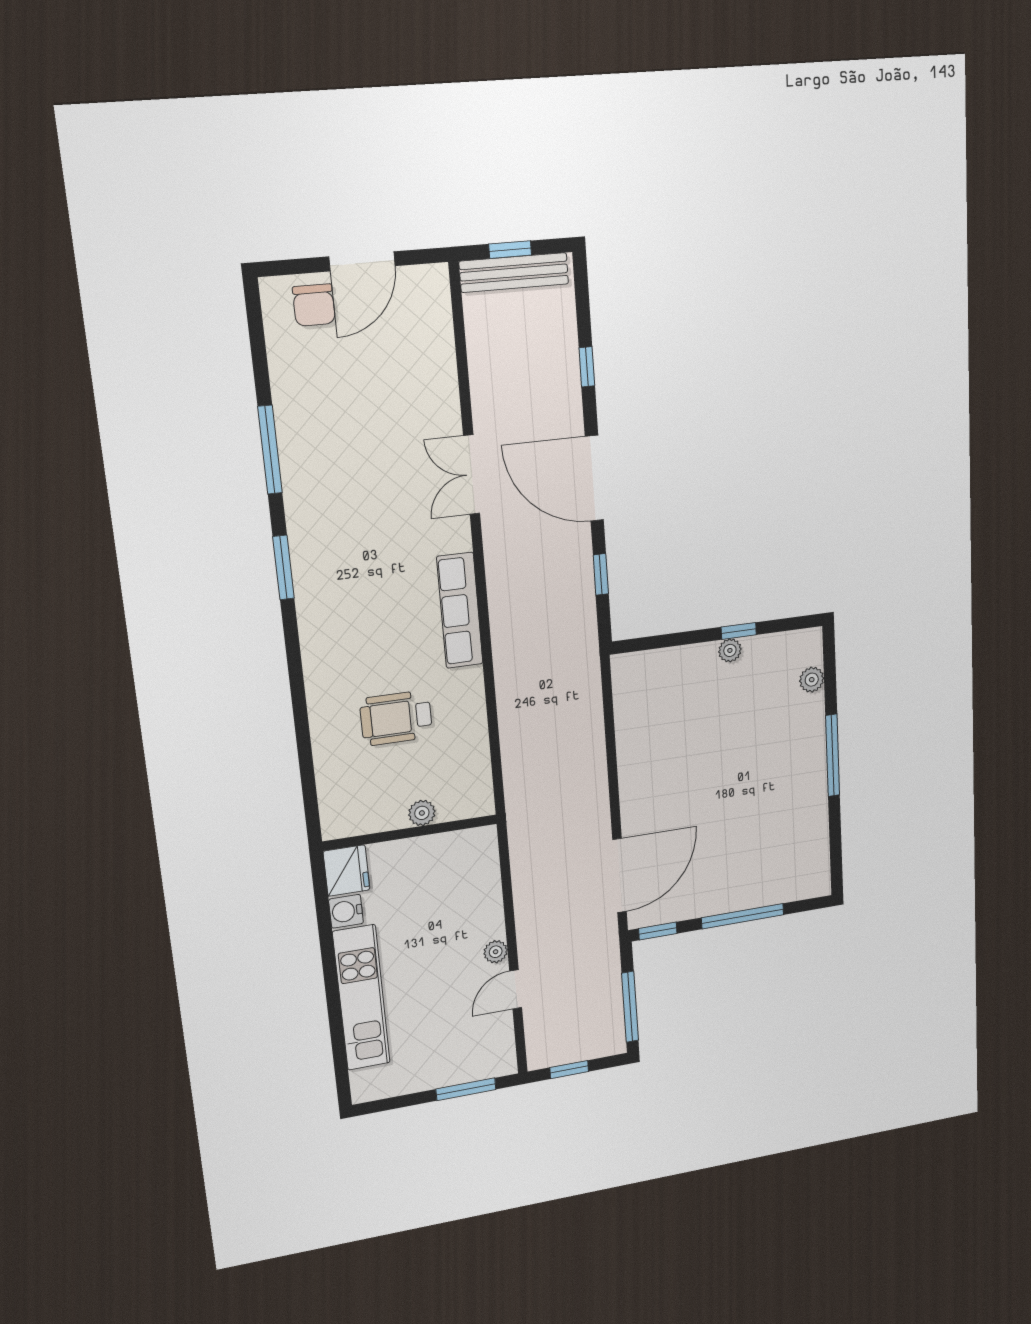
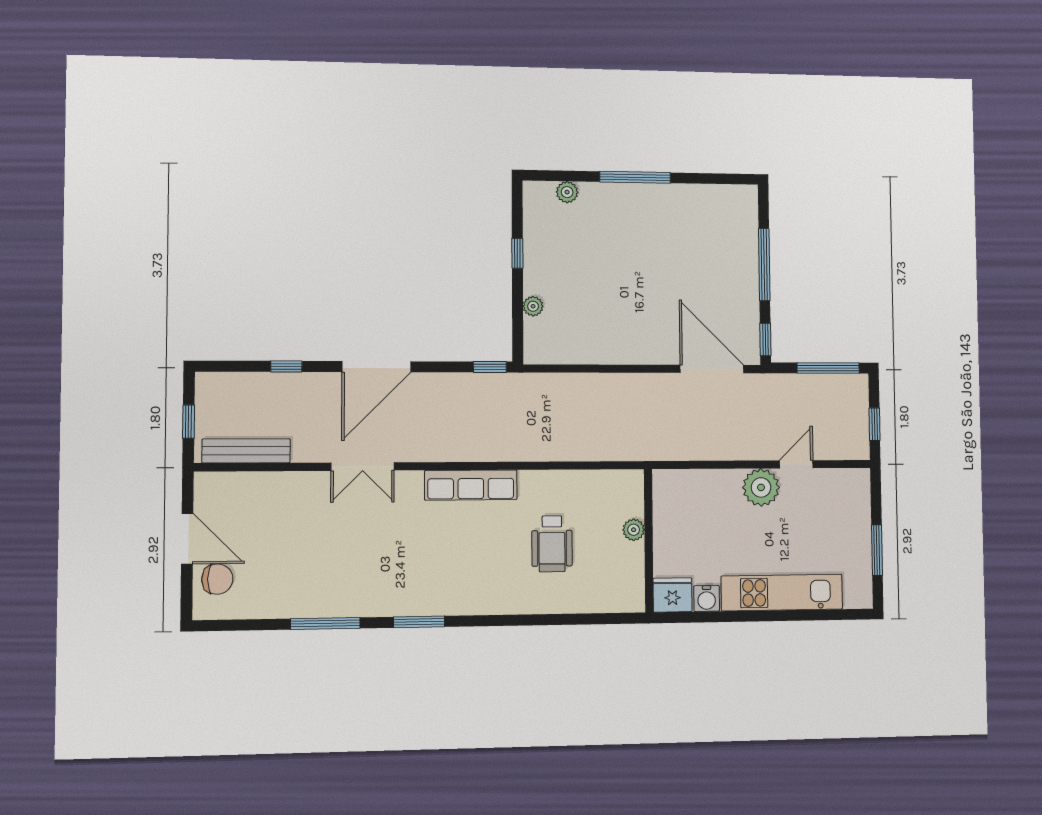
bench: (514, 273) -> (246, 451), moved, turned 90
window: (601, 574) -> (490, 367), moved
plant: (730, 650) -> (533, 306), moved
plant: (496, 952) -> (761, 487), width x1.87, depth x1.87
door: (516, 989) -> (796, 464), swing flipped
window: (466, 1089) -> (877, 550), moved

